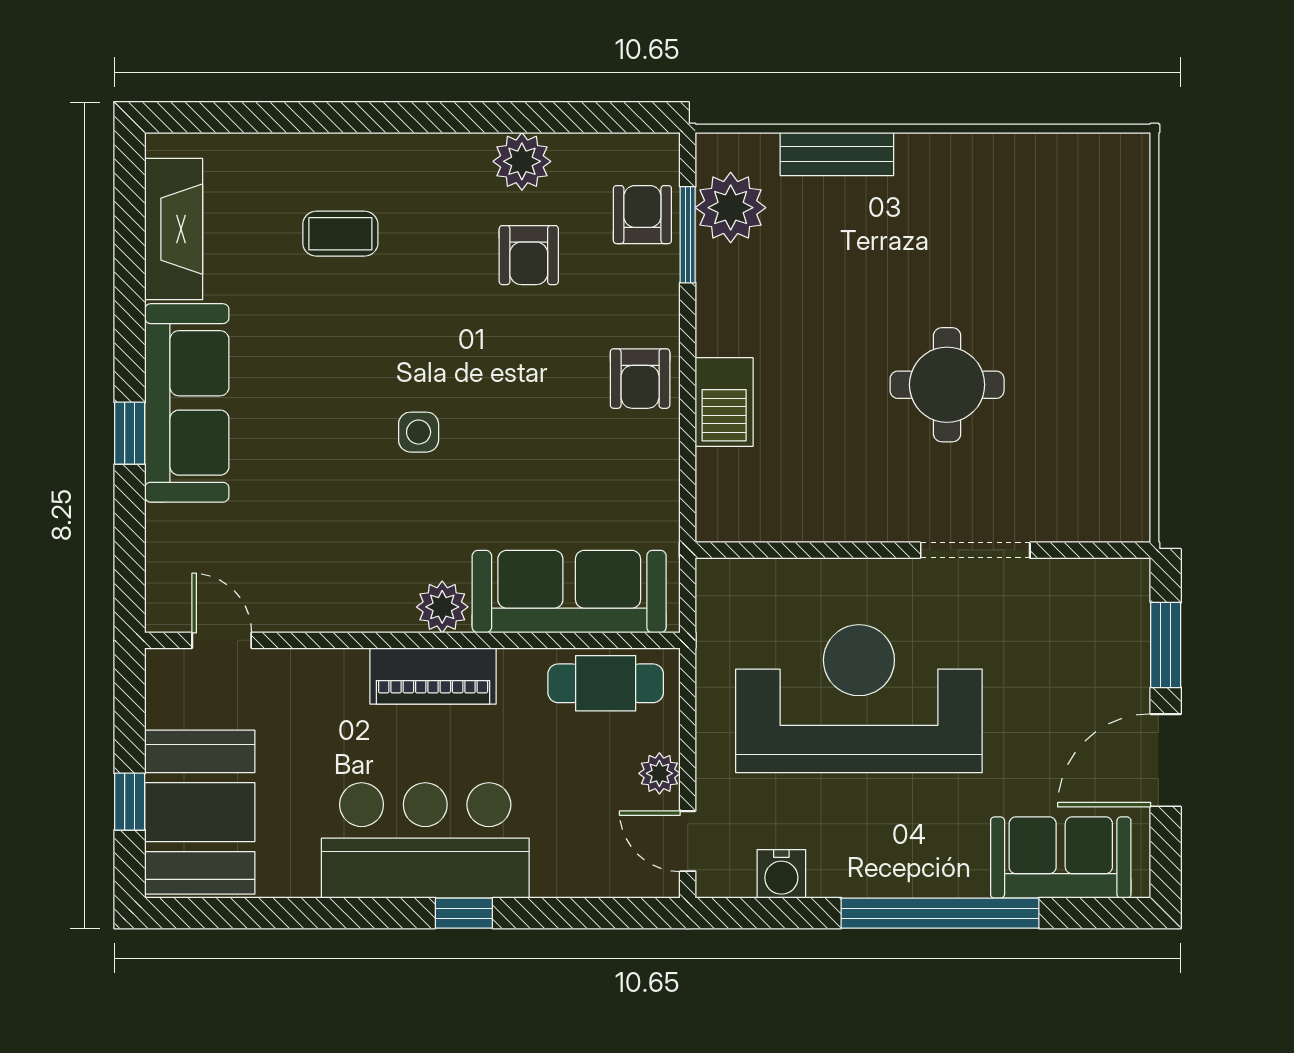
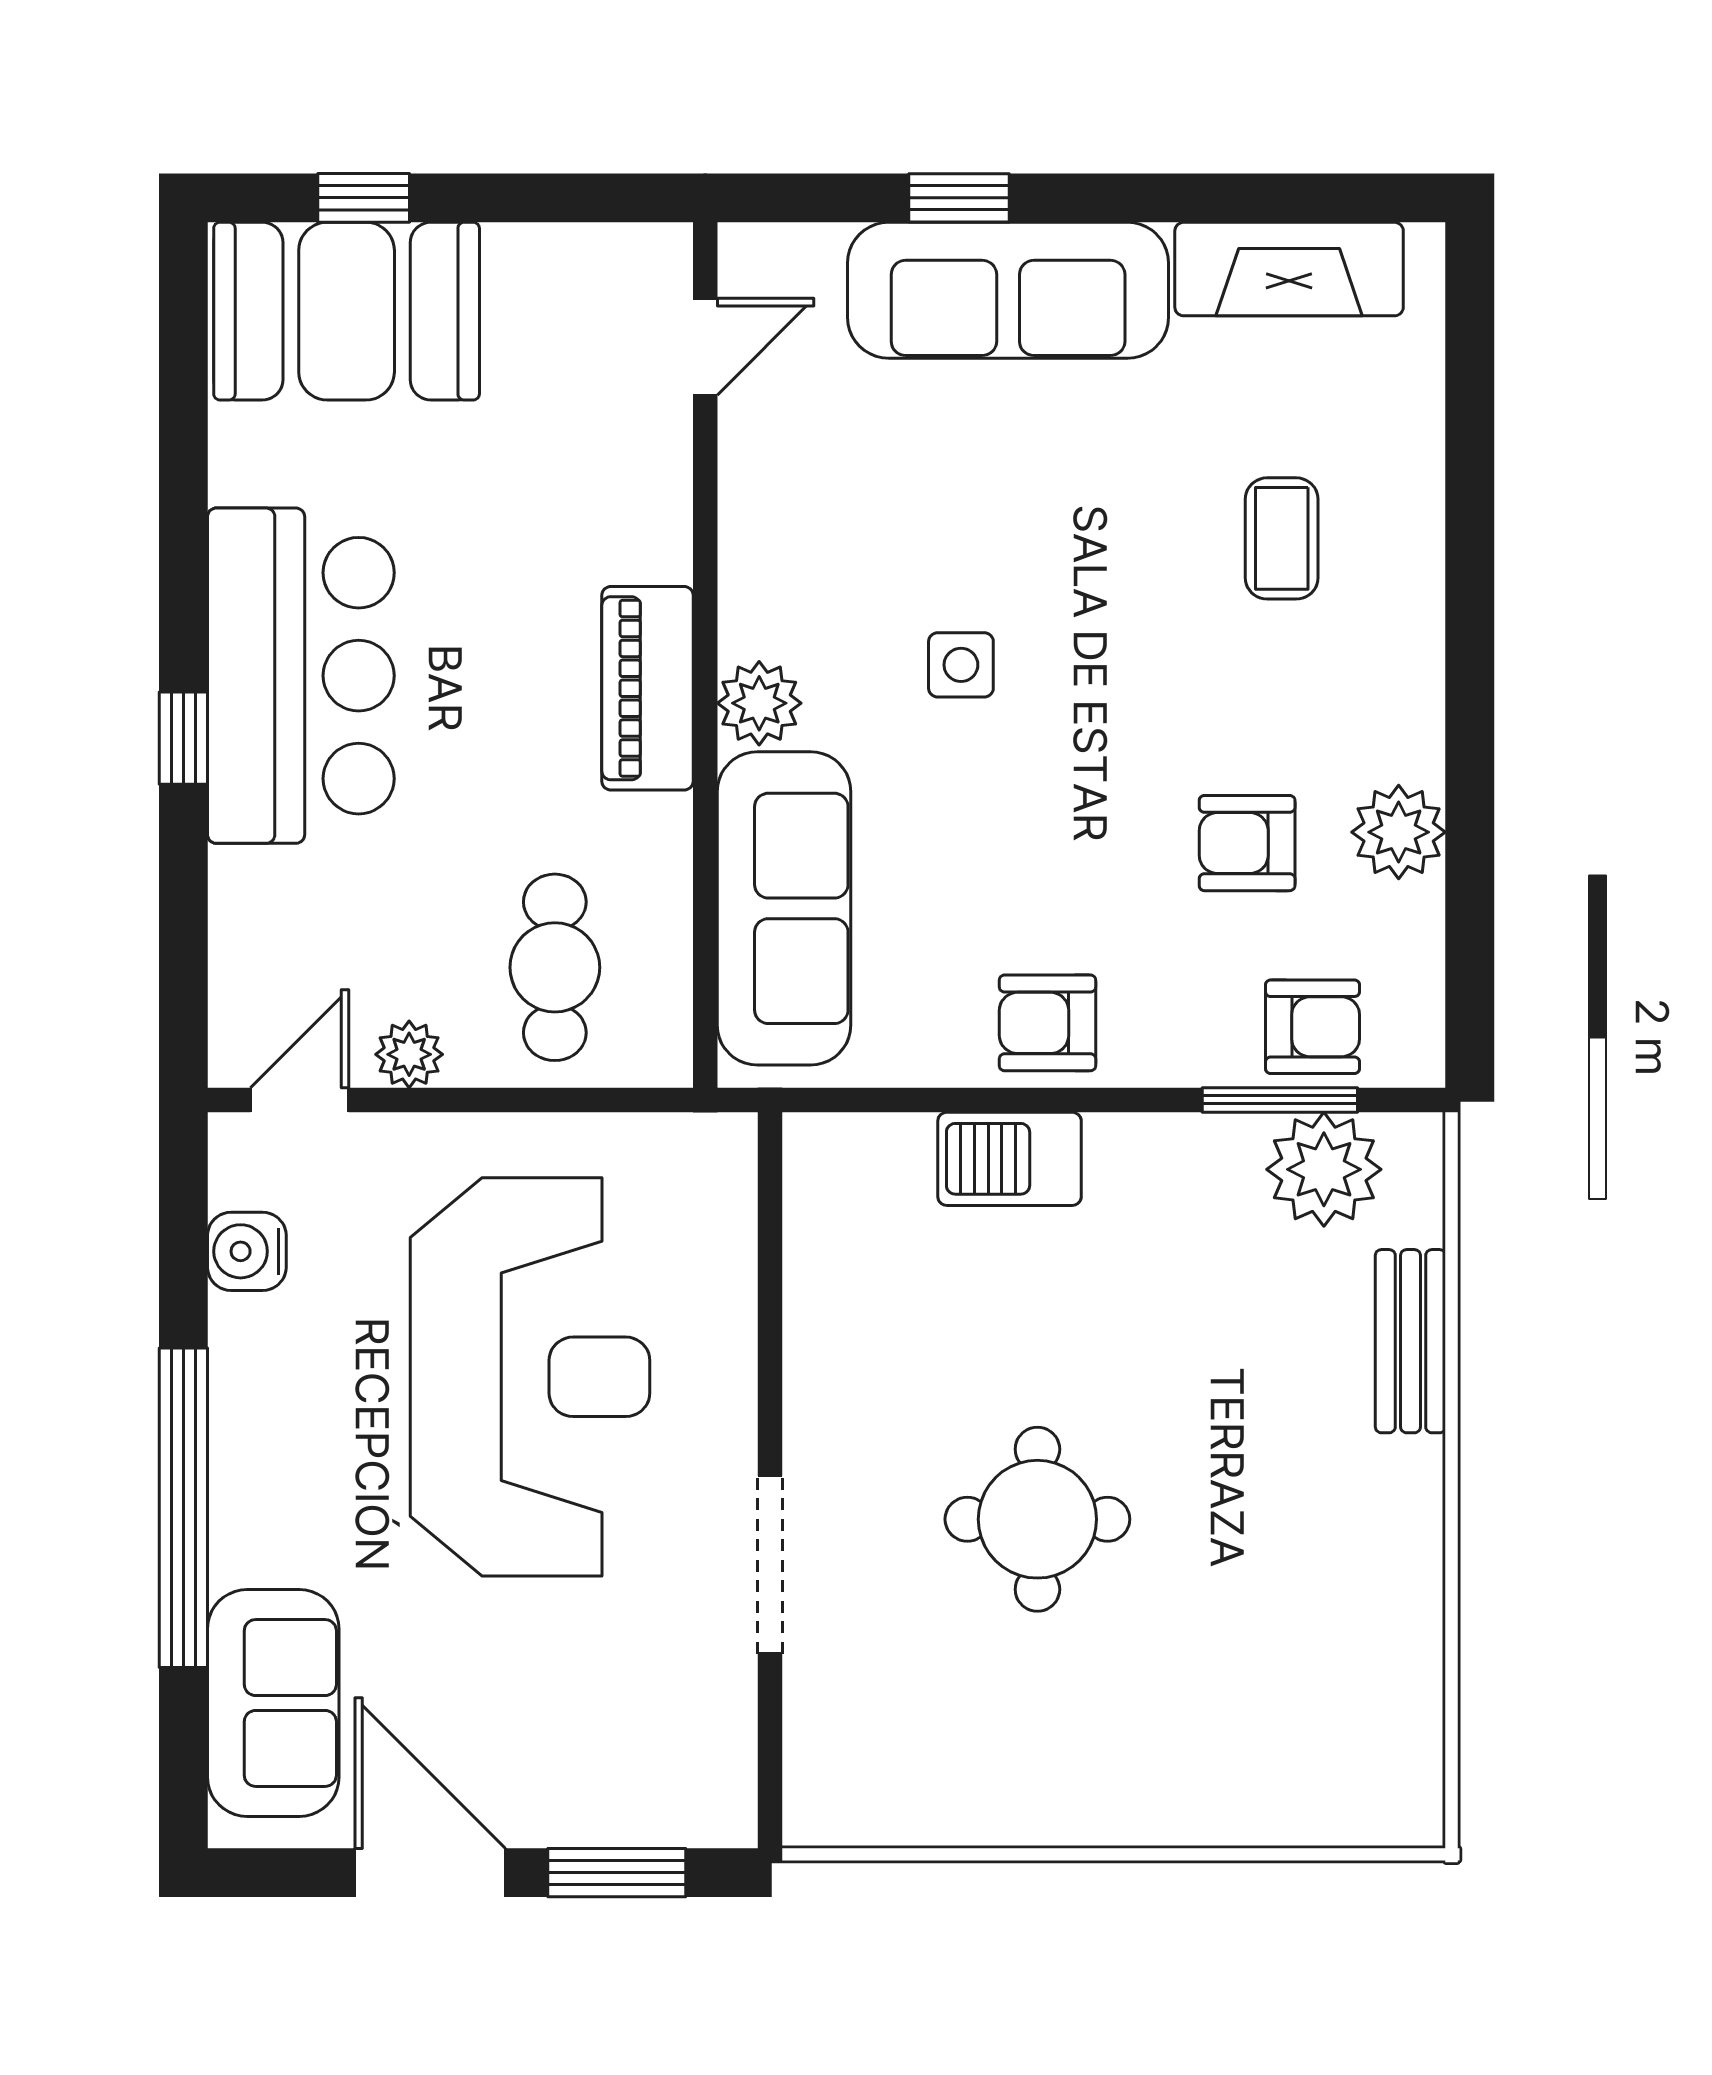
sofa: (569, 592) -> (784, 908), moved
plant: (442, 607) -> (759, 703), moved
door: (222, 640) -> (705, 347), moved
wall: (412, 640) -> (705, 655), moved
piano: (433, 676) -> (647, 688), moved

